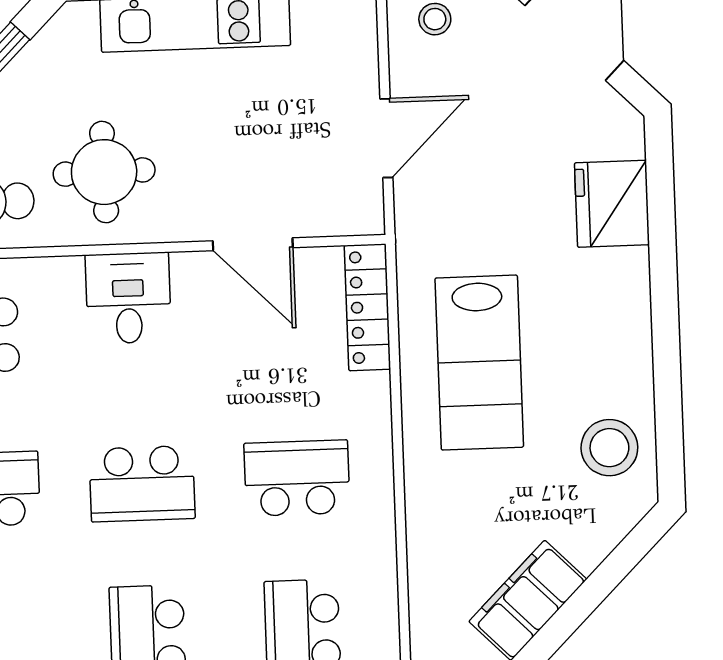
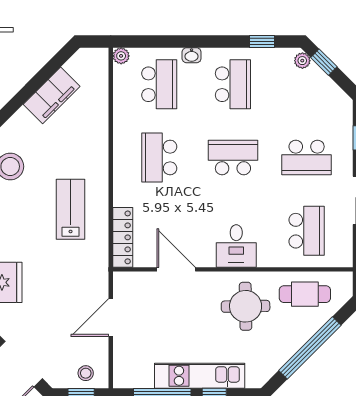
lab bench: (479, 363) -> (71, 209), width x0.73, depth x0.72
school desk: (297, 478) -> (159, 157), turned 90

